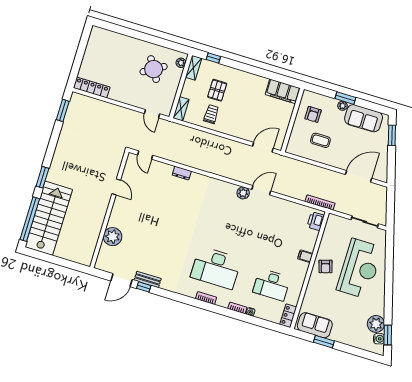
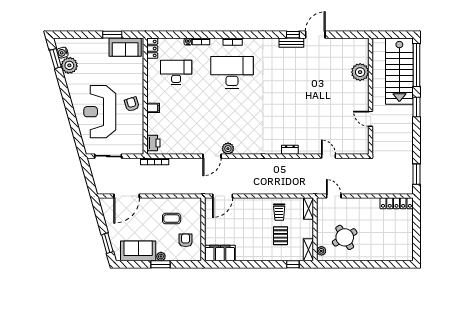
door: (116, 187) -> (371, 119), moved
wall: (109, 209) -> (371, 96), moved
plant: (113, 237) -> (360, 72), moved

